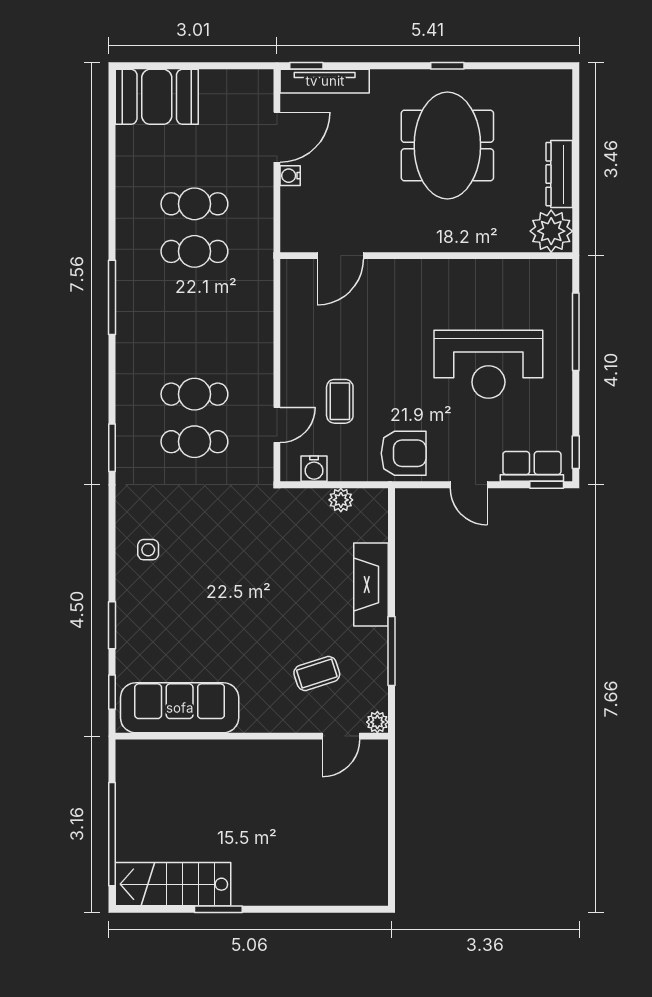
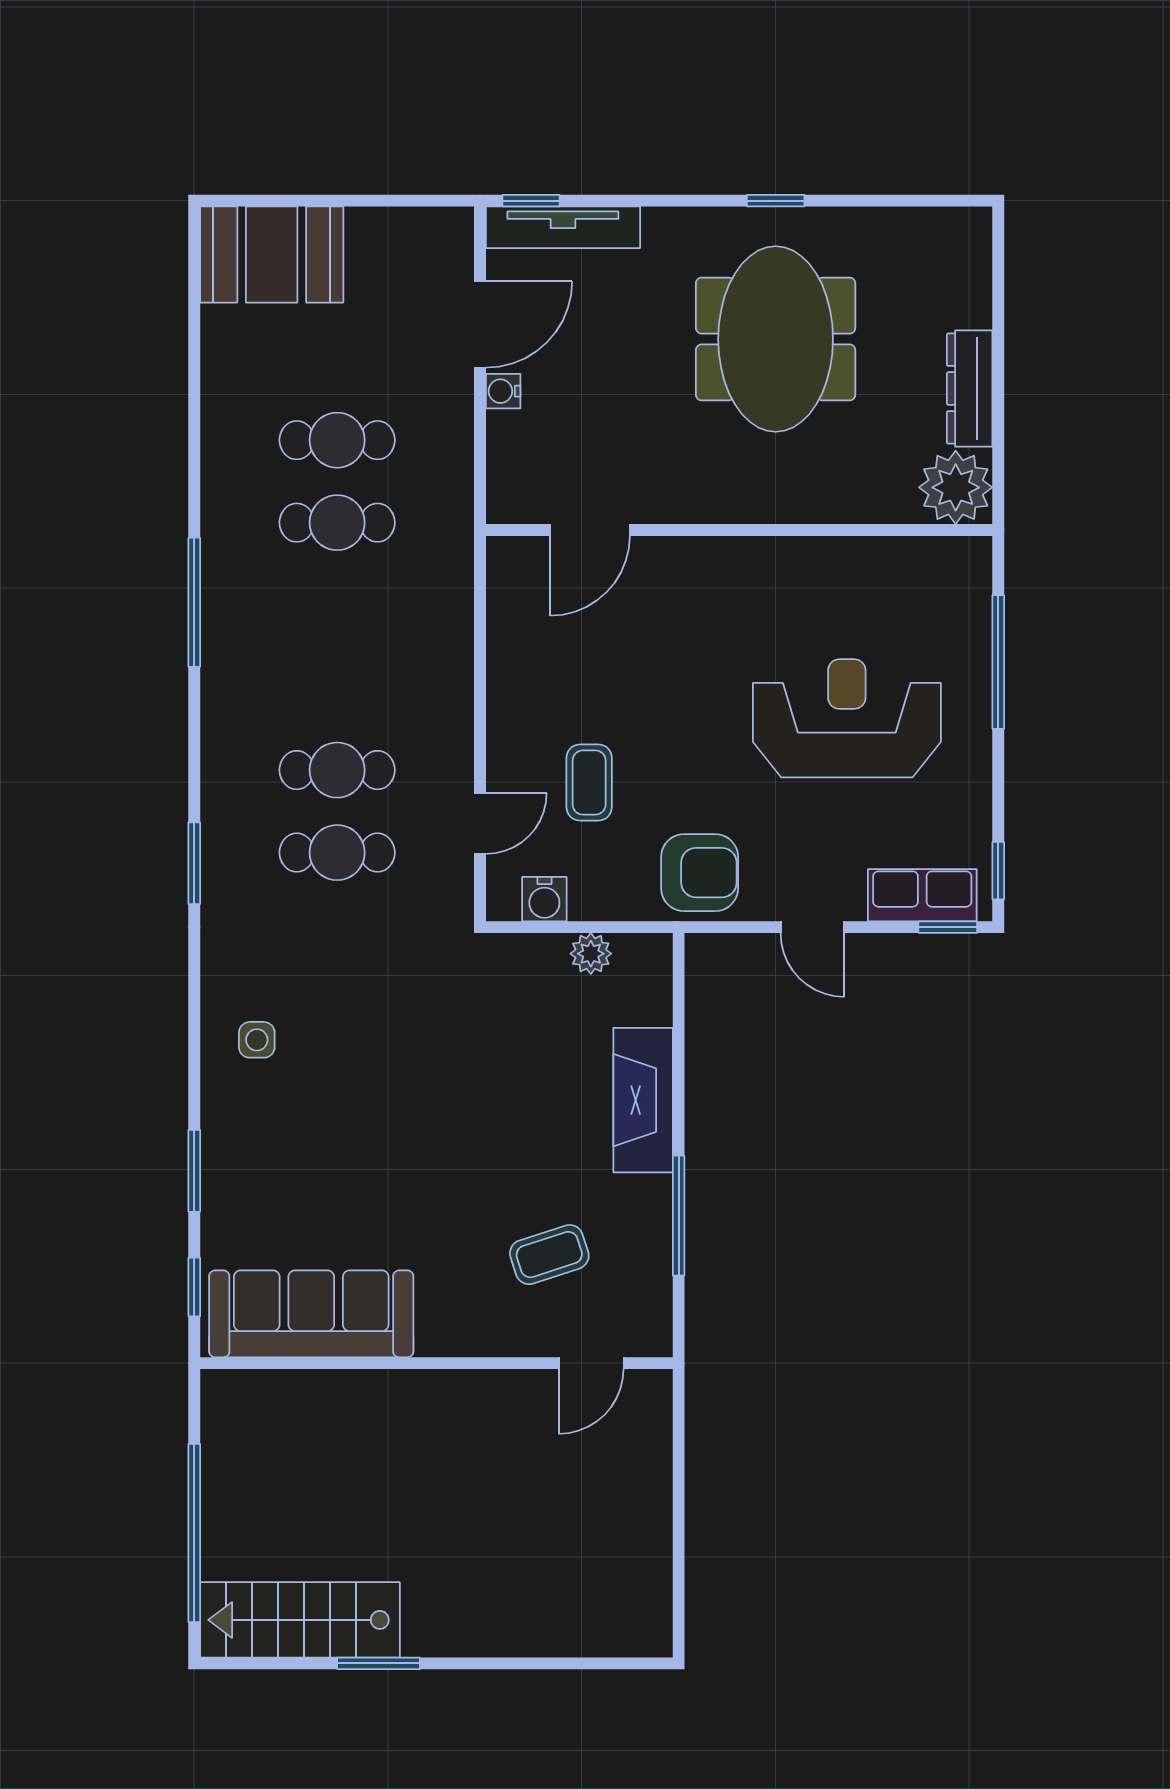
reception desk: (488, 364) -> (847, 718), turned 180
plant: (377, 722) -> (654, 1339), removed

